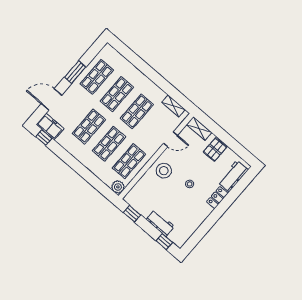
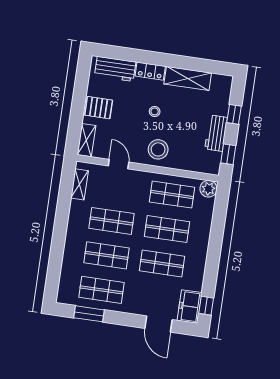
window: (75, 72) -> (89, 314), moved
shelving: (197, 219) -> (188, 78), added
workbench: (160, 223) -> (216, 133), moved
window: (164, 242) -> (234, 114), moved

